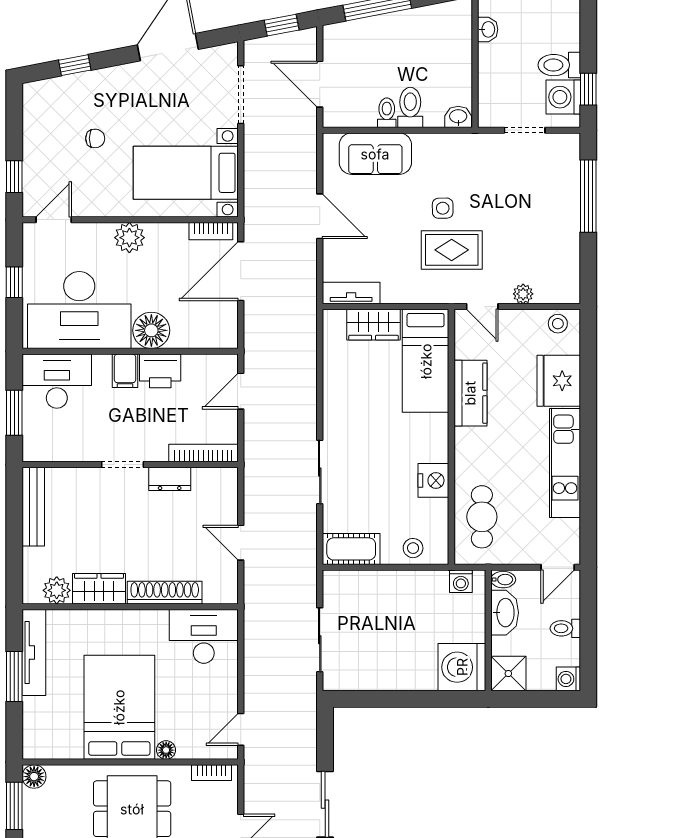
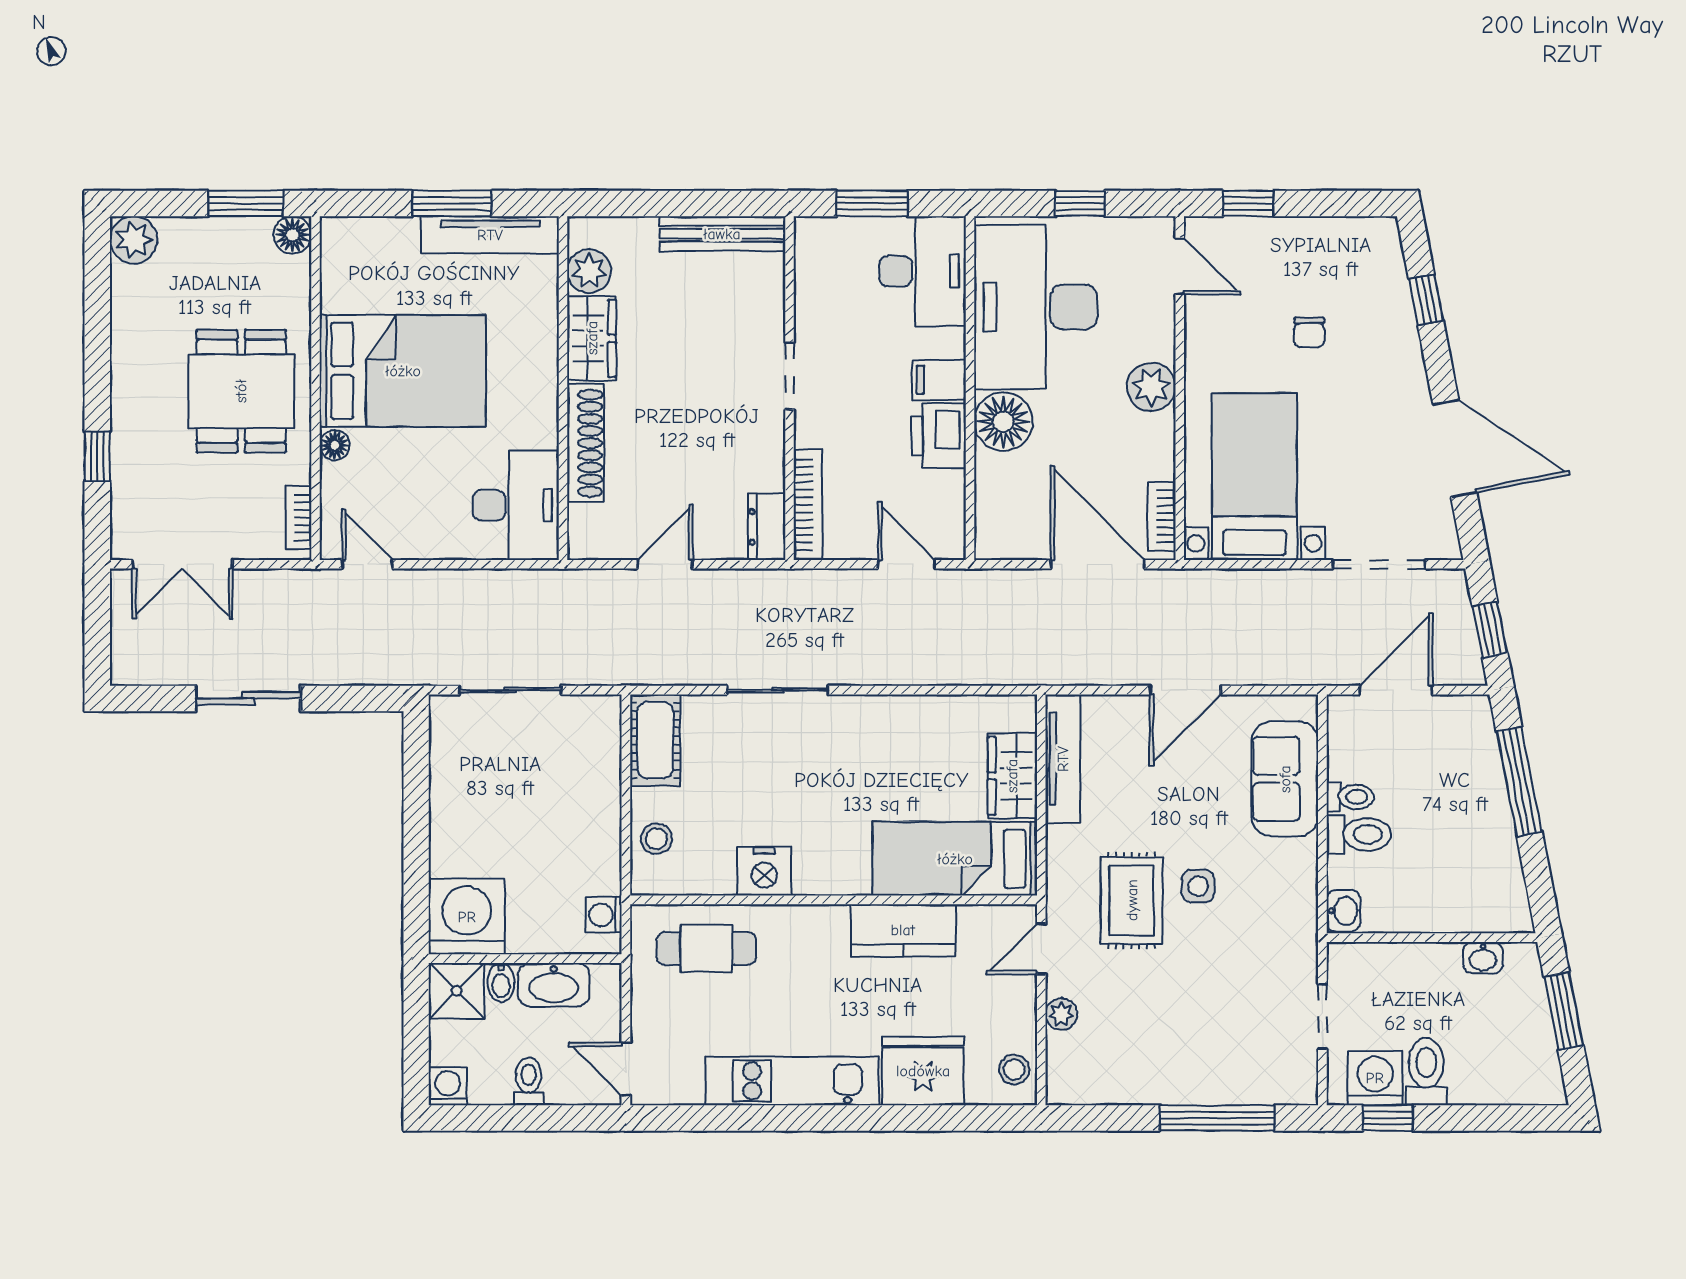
tv unit: (351, 293) -> (1063, 759), width x1.41
dresser: (170, 479) -> (767, 527), moved
bidet: (503, 580) -> (501, 982), moved

